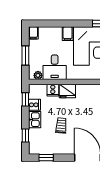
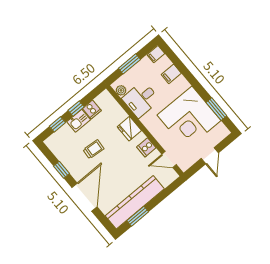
filing cabinet: (68, 34) -> (171, 74), moved
cooker: (53, 90) -> (146, 147), moved
window: (25, 99) -> (76, 109), moved
window: (46, 158) -> (62, 170), moved

